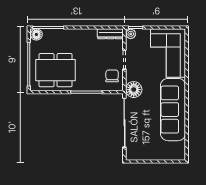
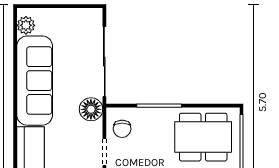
plant: (179, 148) -> (26, 25), added

